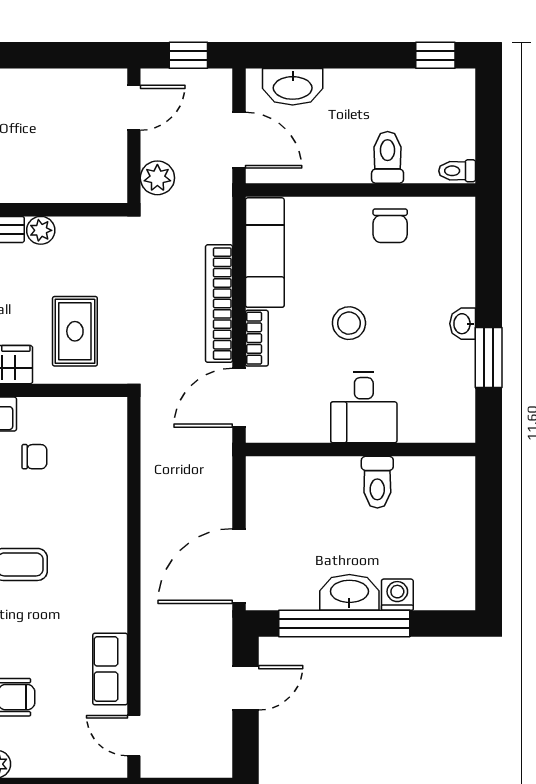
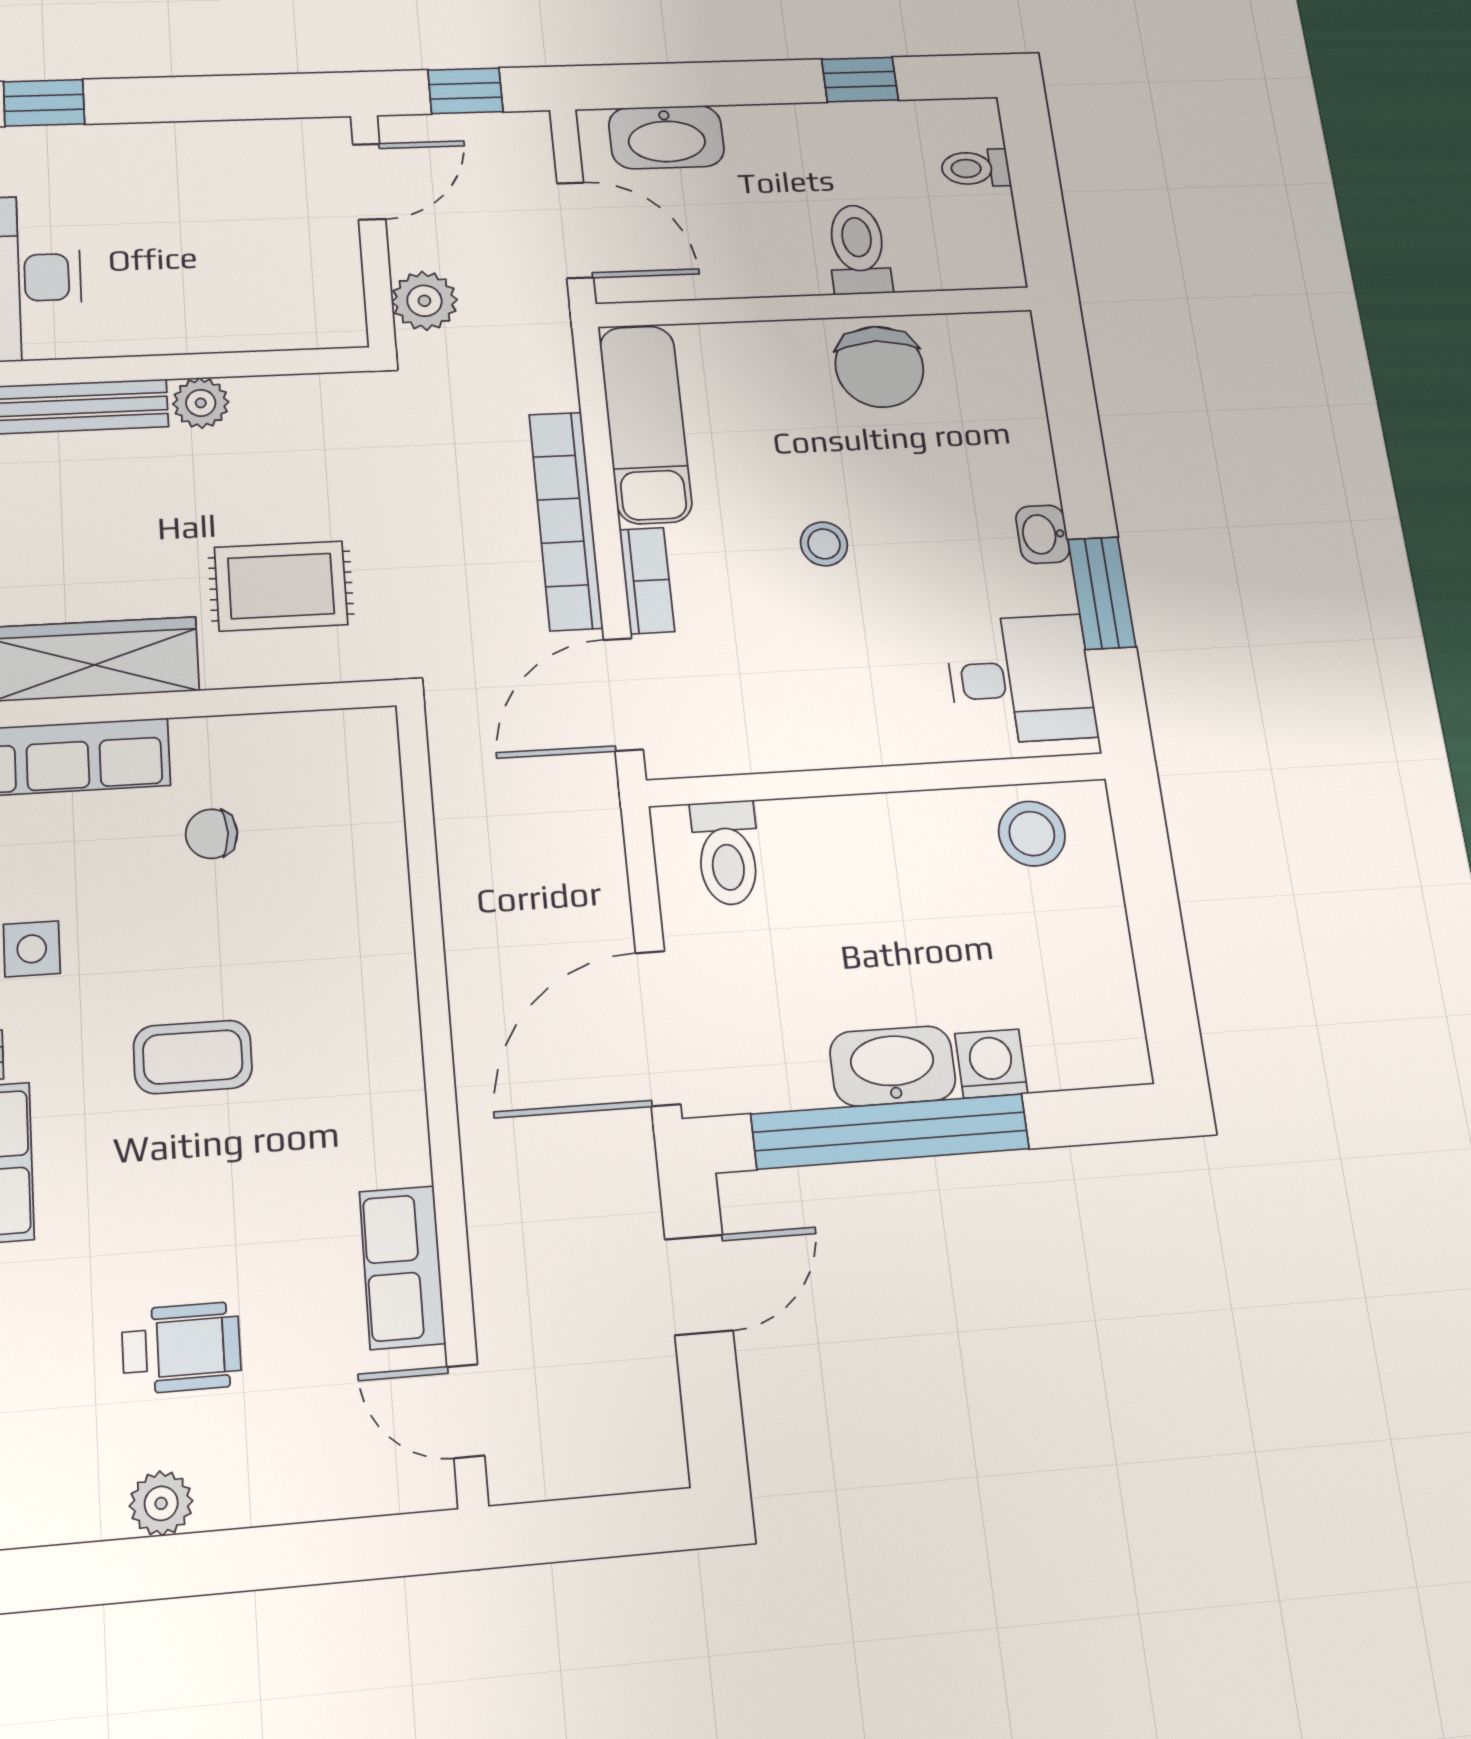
window: (435, 55) -> (860, 80), moved
toilet: (457, 171) -> (975, 168), moved
chair: (390, 226) -> (879, 367), width x1.37, depth x1.37
stool: (349, 323) -> (824, 544), width x0.73, depth x0.73
rug: (75, 331) -> (281, 586), turned 90
desk: (364, 407) -> (1021, 679), moved, turned -90
chair: (34, 457) -> (212, 834), turned 180
toilet: (377, 482) -> (727, 853), moved
stool: (434, 482) -> (1032, 834), added

